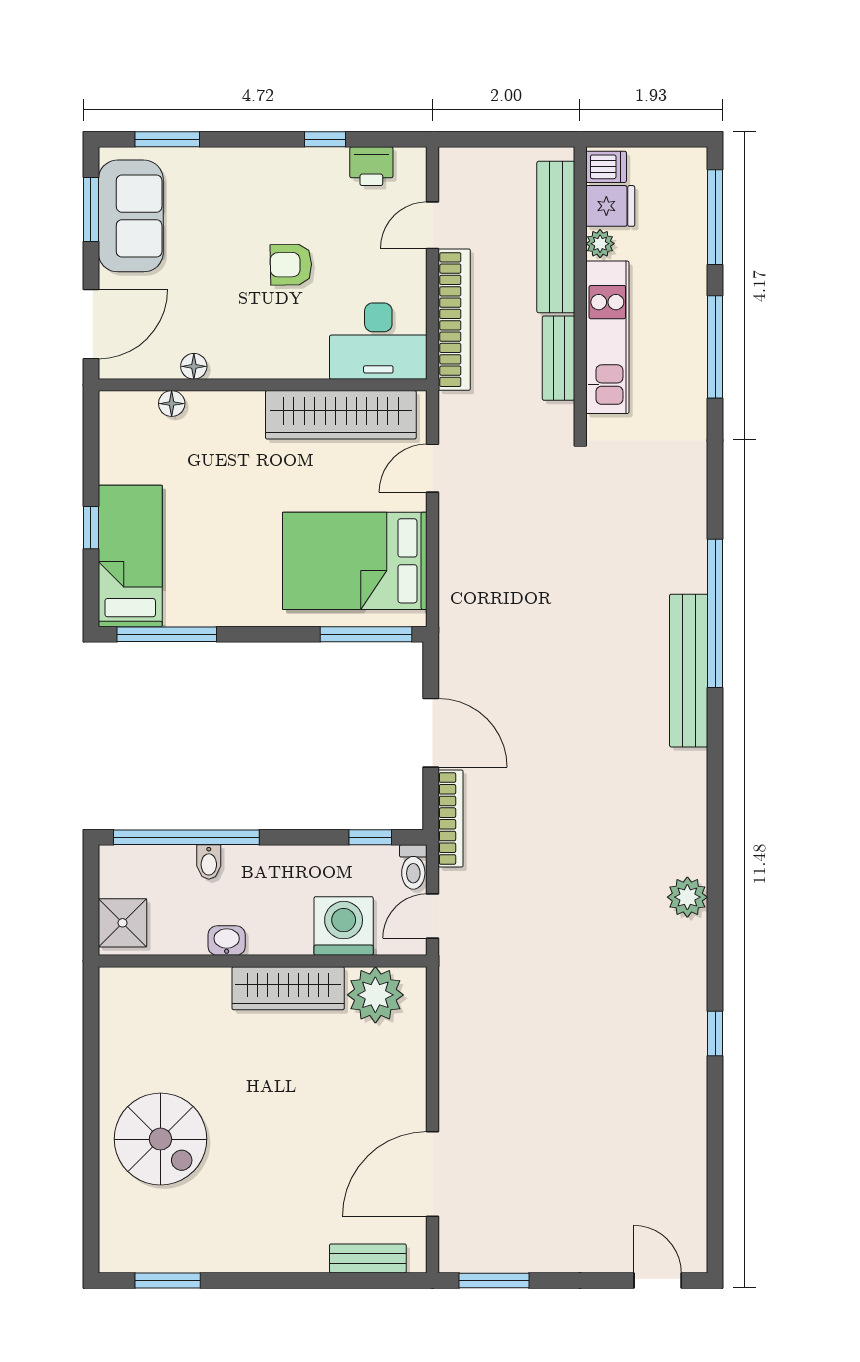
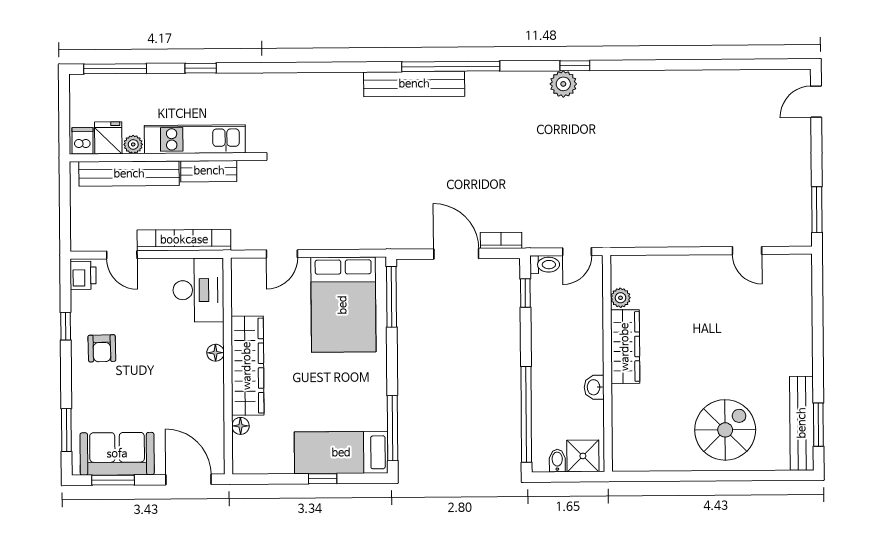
printer: (371, 166) -> (83, 275), moved
armchair: (291, 265) -> (102, 348), moved
window: (715, 347) -> (201, 68), width x0.46
floor lamp: (194, 366) -> (215, 353), moved
wardrobe: (341, 415) -> (247, 366), moved
door: (433, 468) -> (282, 254), hinge flipped
window: (715, 613) -> (451, 66), moved
door: (431, 733) -> (456, 254), hinge flipped
bookcase: (451, 818) -> (501, 240), width x0.64
bidet: (209, 862) -> (557, 461), moved, turned -90
door: (433, 916) -> (577, 252), hinge flipped
washing machine: (344, 926) -> (584, 310), removed
plant: (375, 995) -> (621, 298), width x0.53, depth x0.53
window: (715, 1033) -> (575, 66), moved
door: (433, 1174) -> (747, 251), width x0.53
bench: (368, 1258) -> (802, 423), moved, width x1.86, depth x1.21

